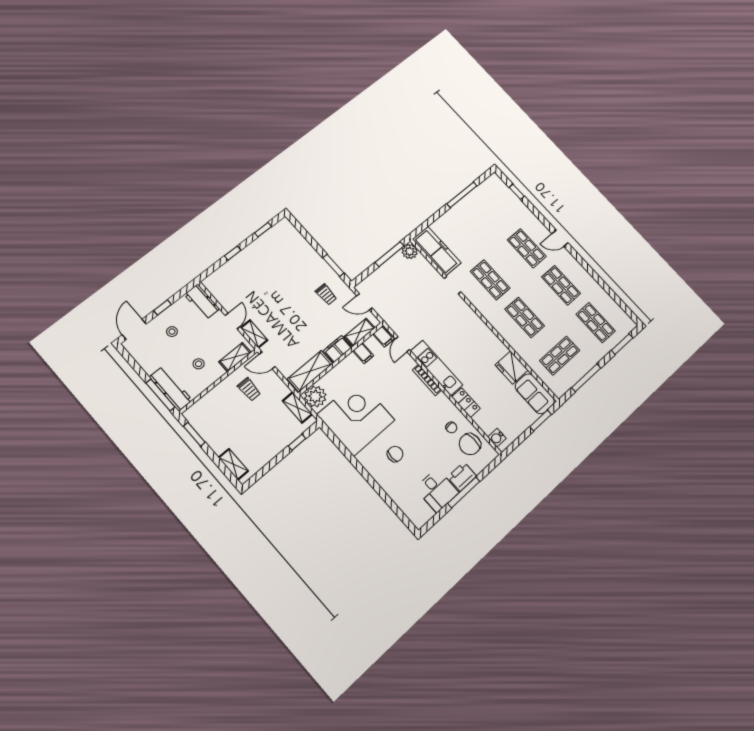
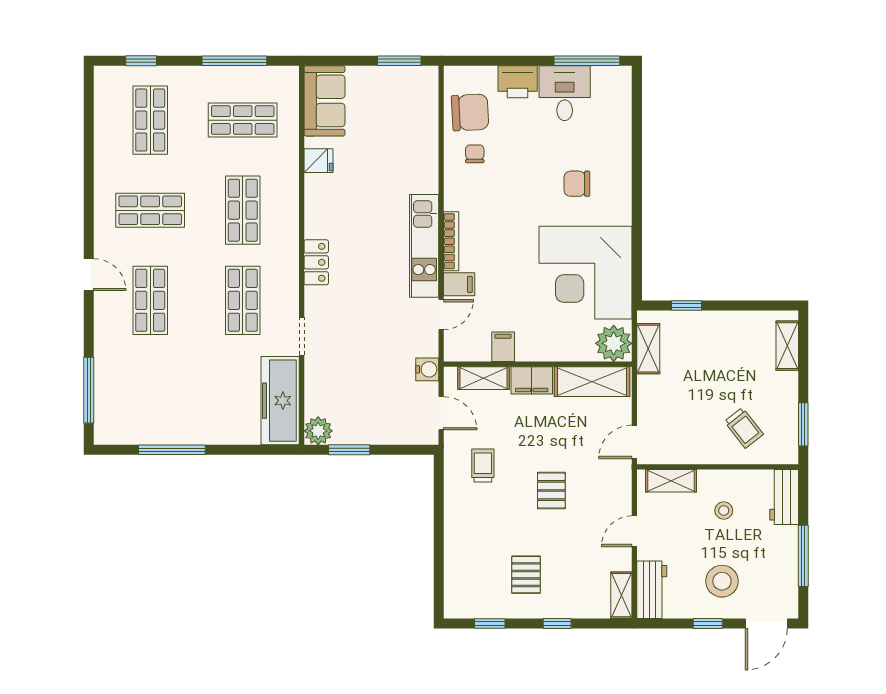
window: (517, 192) -> (89, 390), width x2.17
window: (390, 254) -> (349, 450), width x0.69
pallet: (265, 263) -> (526, 575), added
window: (333, 265) -> (439, 497), removed
shop shelf: (561, 285) -> (150, 210), turned 90
pallet: (286, 308) -> (551, 491), added
stool: (172, 332) -> (722, 581), width x1.89, depth x1.89
shelving: (254, 334) -> (621, 595), moved
filing cabinet: (383, 336) -> (459, 284), moved, turned 90
window: (622, 344) -> (141, 61), width x0.67
door: (267, 360) -> (634, 442), swing flipped
fridge: (512, 367) -> (318, 161), width x0.53, depth x0.75
workbench: (171, 389) -> (784, 497), width x0.73
trolley: (249, 389) -> (744, 428), moved, turned 142
window: (160, 395) -> (803, 556), moved
locker: (466, 403) -> (316, 262), moved, turned 180
window: (541, 420) -> (399, 61), moved
water cooler: (497, 438) -> (427, 369), moved
window: (464, 492) -> (587, 61), moved

